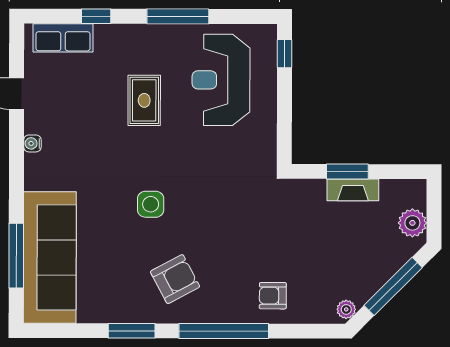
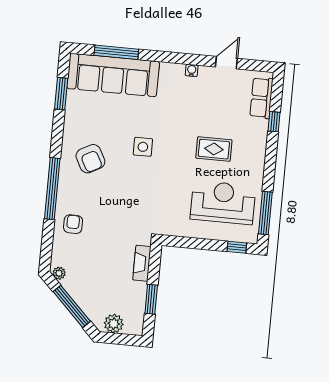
window: (178, 16) -> (265, 213), moved
window: (347, 171) -> (151, 299), moved
fireplace: (353, 190) -> (142, 263), moved
window: (132, 331) -> (61, 94), moved

